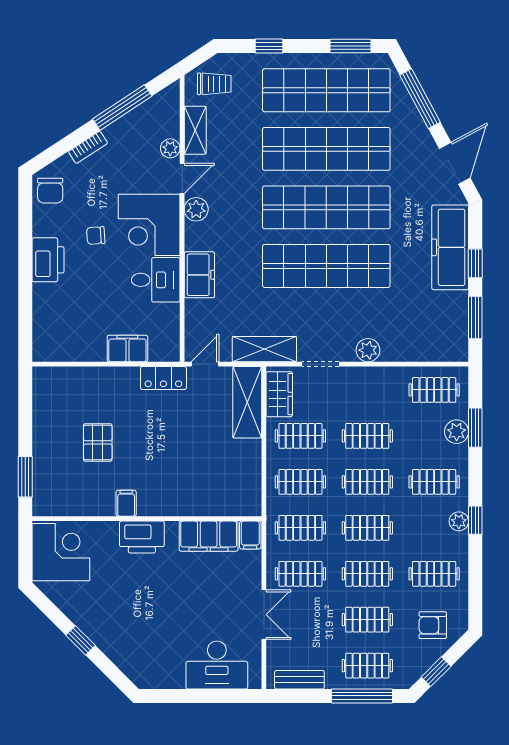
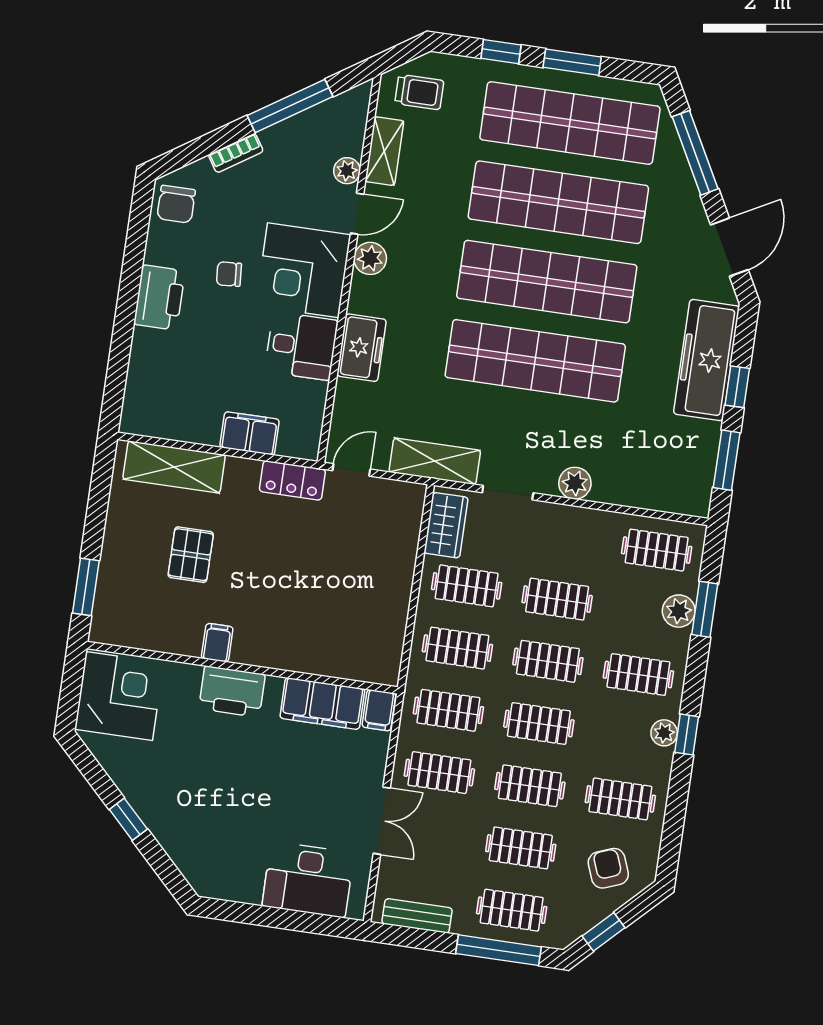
window: (351, 46) -> (572, 62), moved
shelving: (247, 402) -> (174, 467), moved, turned 90
armchair: (433, 625) -> (608, 868), turned 69

